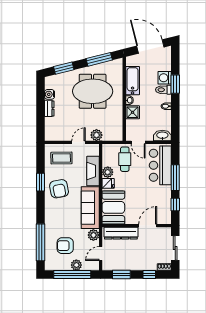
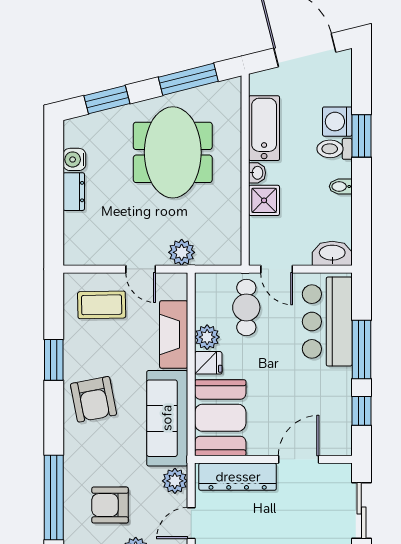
meeting table: (93, 91) -> (173, 152), turned 90
door: (79, 142) -> (141, 269), swing flipped
armchair: (59, 189) -> (94, 399), moved

